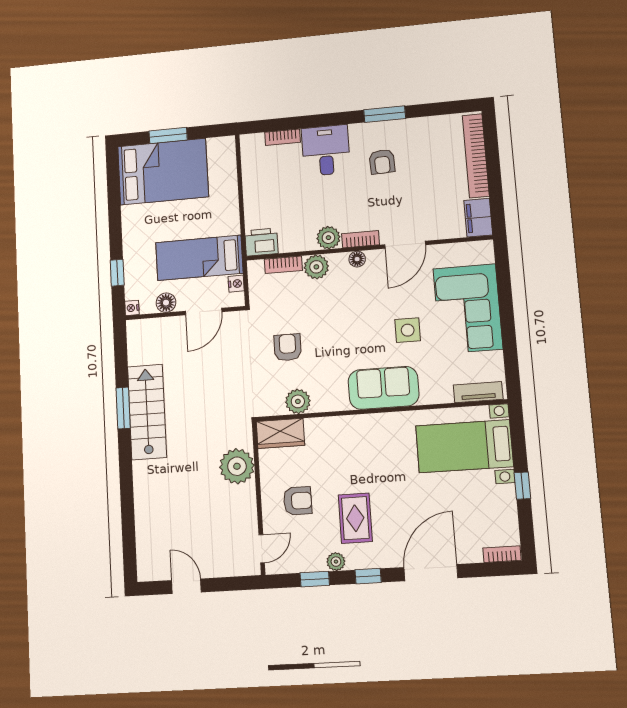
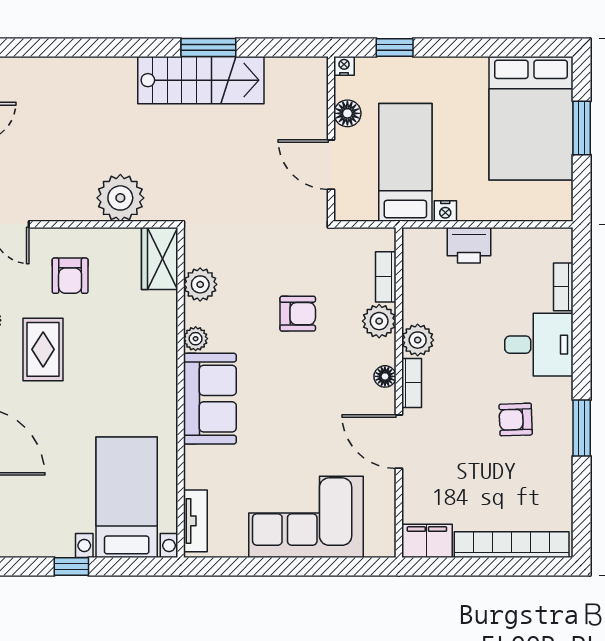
printer: (261, 242) -> (469, 245), moved, turned 90
nightstand: (236, 284) -> (445, 211), moved
side table: (408, 330) -> (284, 436), removed
armchair: (288, 347) -> (298, 314), moved
plant: (339, 402) -> (196, 339), added
rug: (355, 518) -> (43, 349), turned 90

